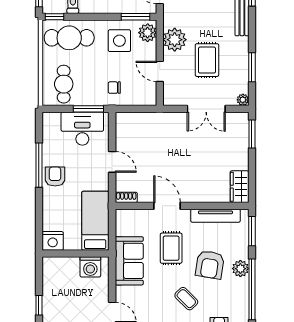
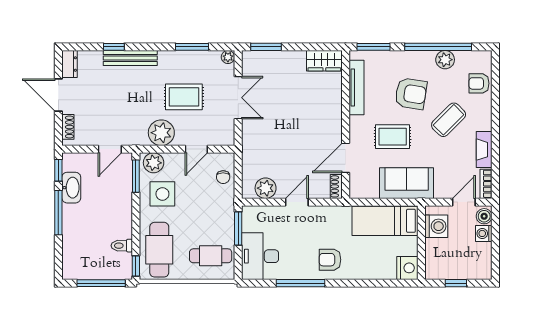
chair: (114, 88) -> (223, 177), moved
desk: (82, 129) -> (260, 256), moved
plant: (125, 134) -> (266, 188), added
armchair: (55, 176) -> (330, 260), moved
door: (167, 206) -> (346, 158), moved
bed: (95, 221) -> (385, 221), moved
nightstand: (53, 241) -> (407, 268), moved
wall: (76, 254) -> (421, 243), moved
washing machine: (90, 267) -> (436, 226), moved
plant: (240, 269) -> (445, 60), moved
coffee table: (186, 299) -> (449, 120), width x1.36, depth x1.30

